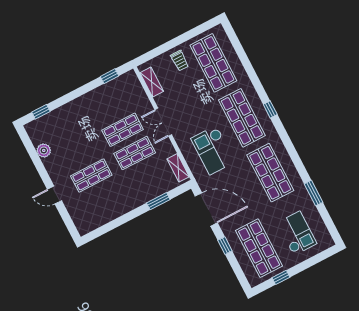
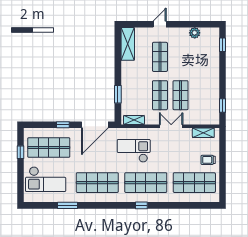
shelving: (96, 220) -> (128, 44), added
checkout: (297, 233) -> (46, 179), width x1.36, depth x1.21

